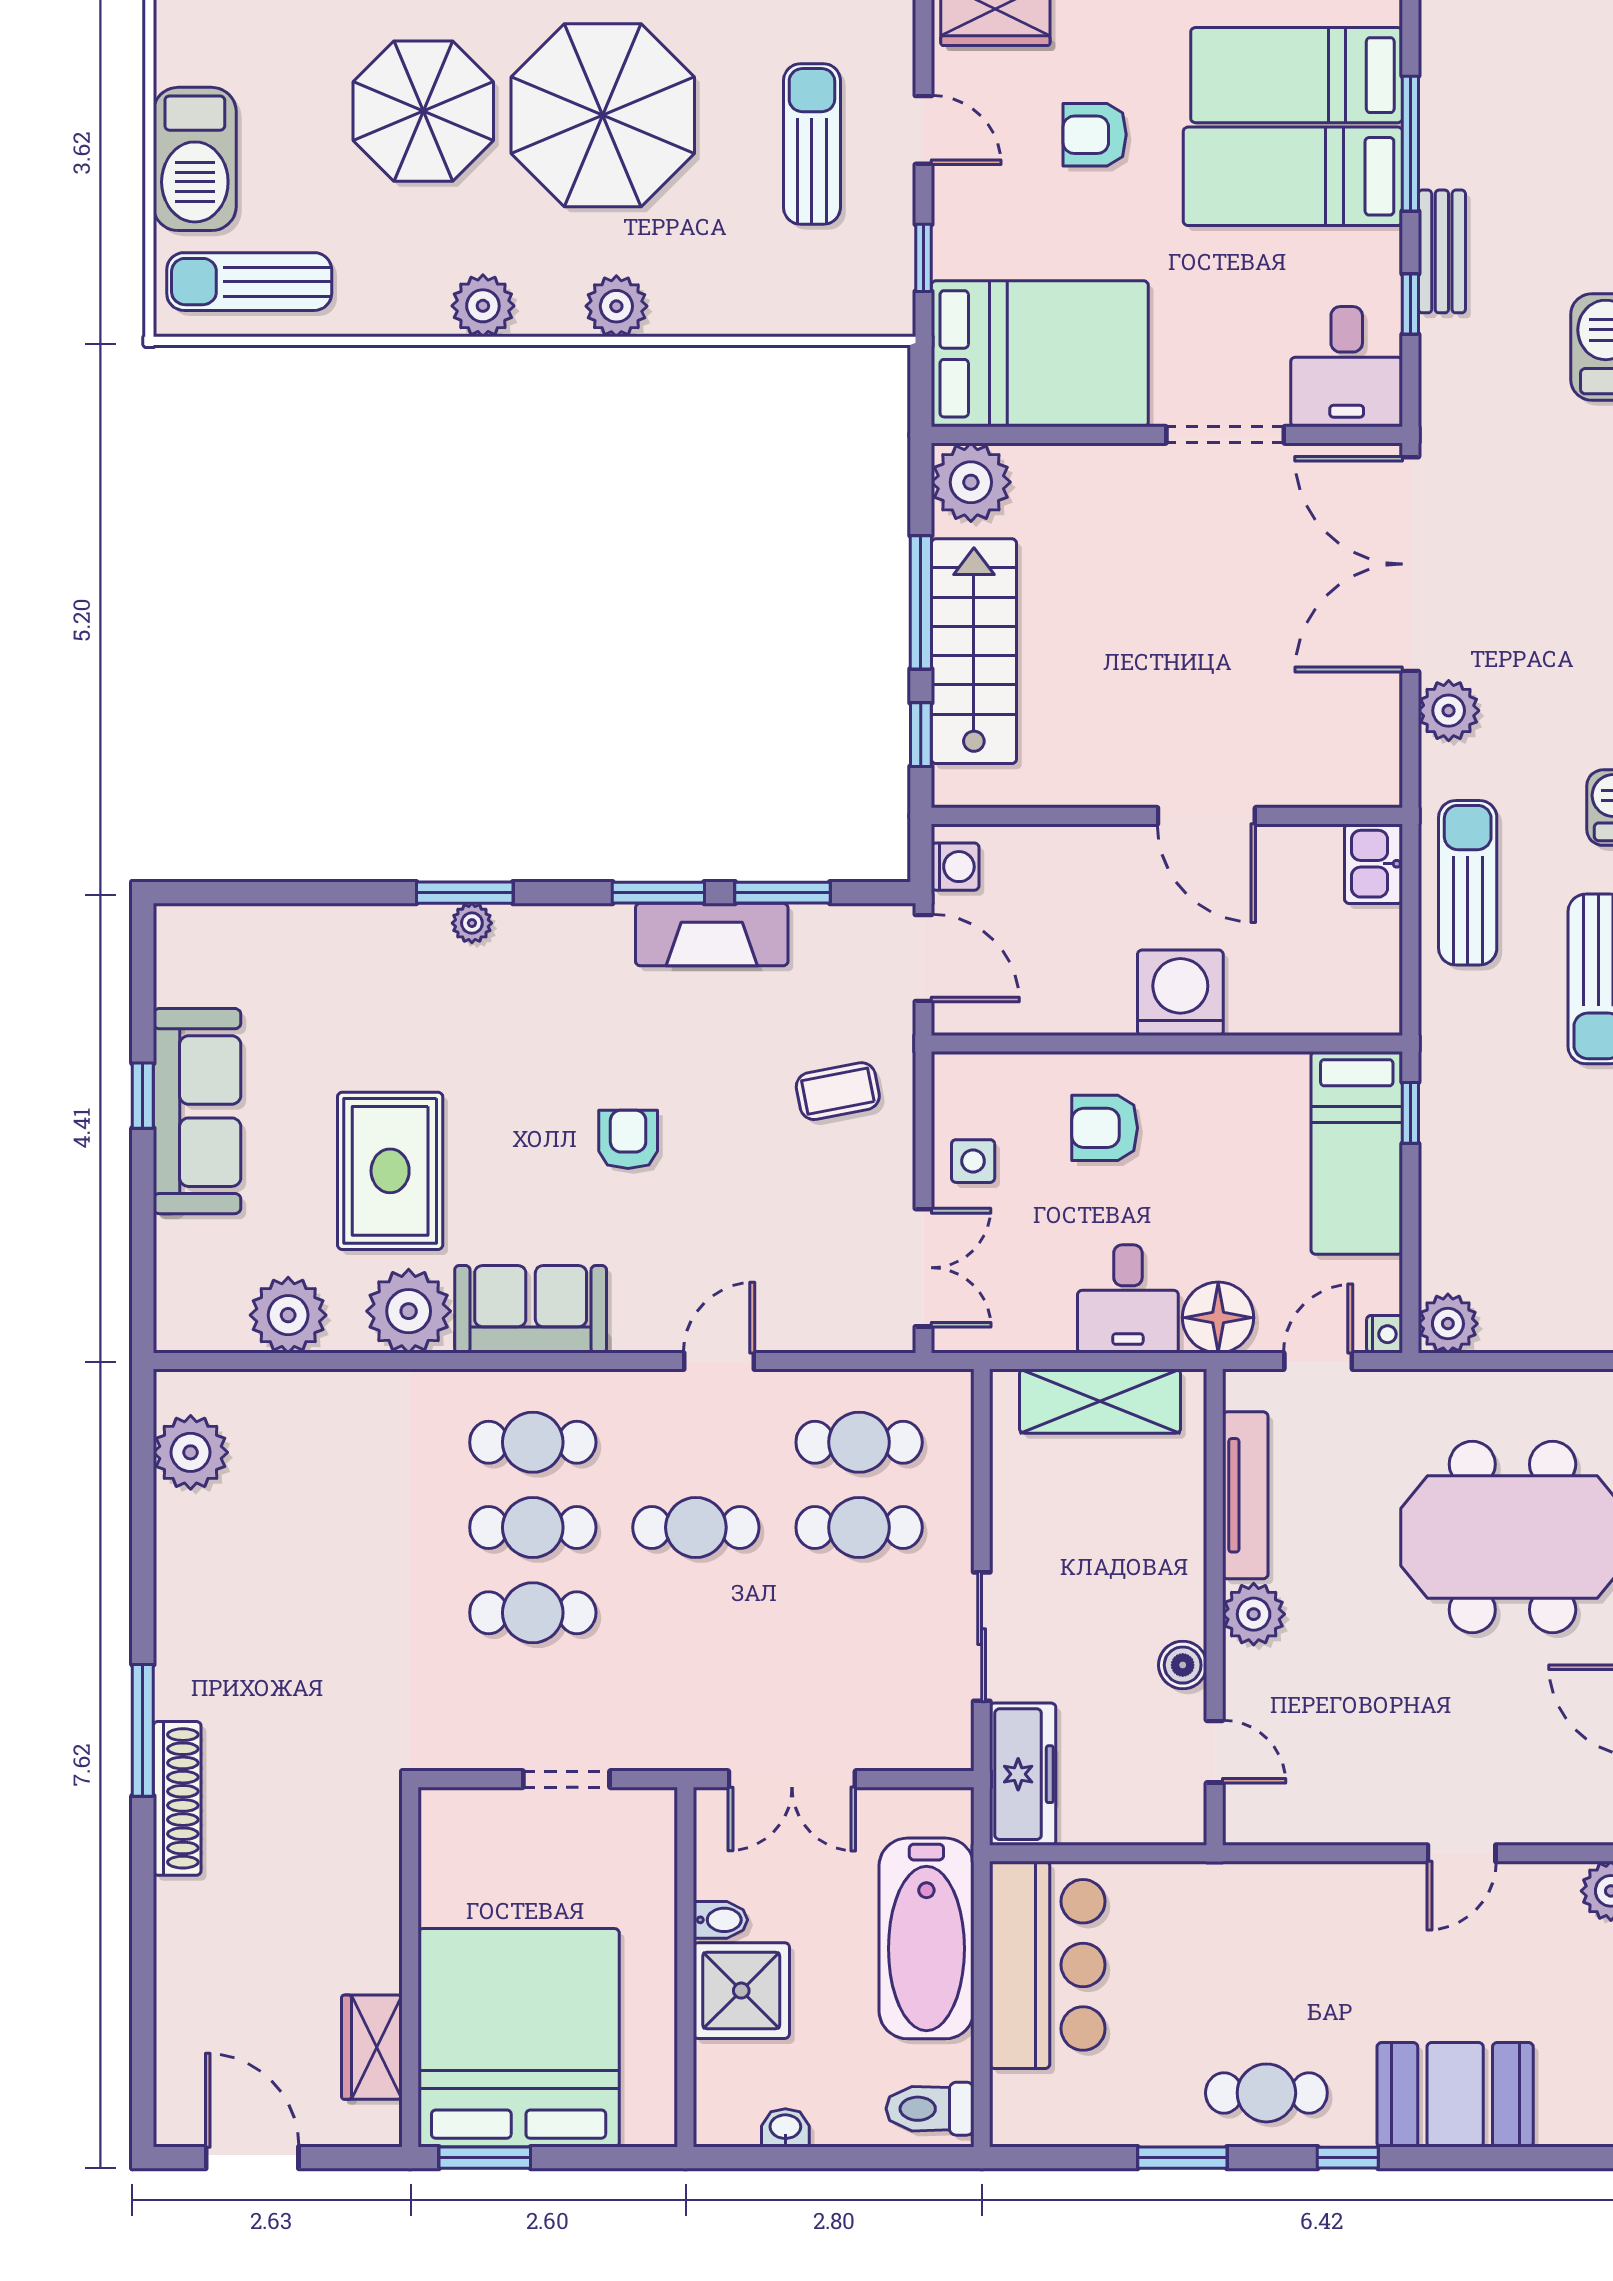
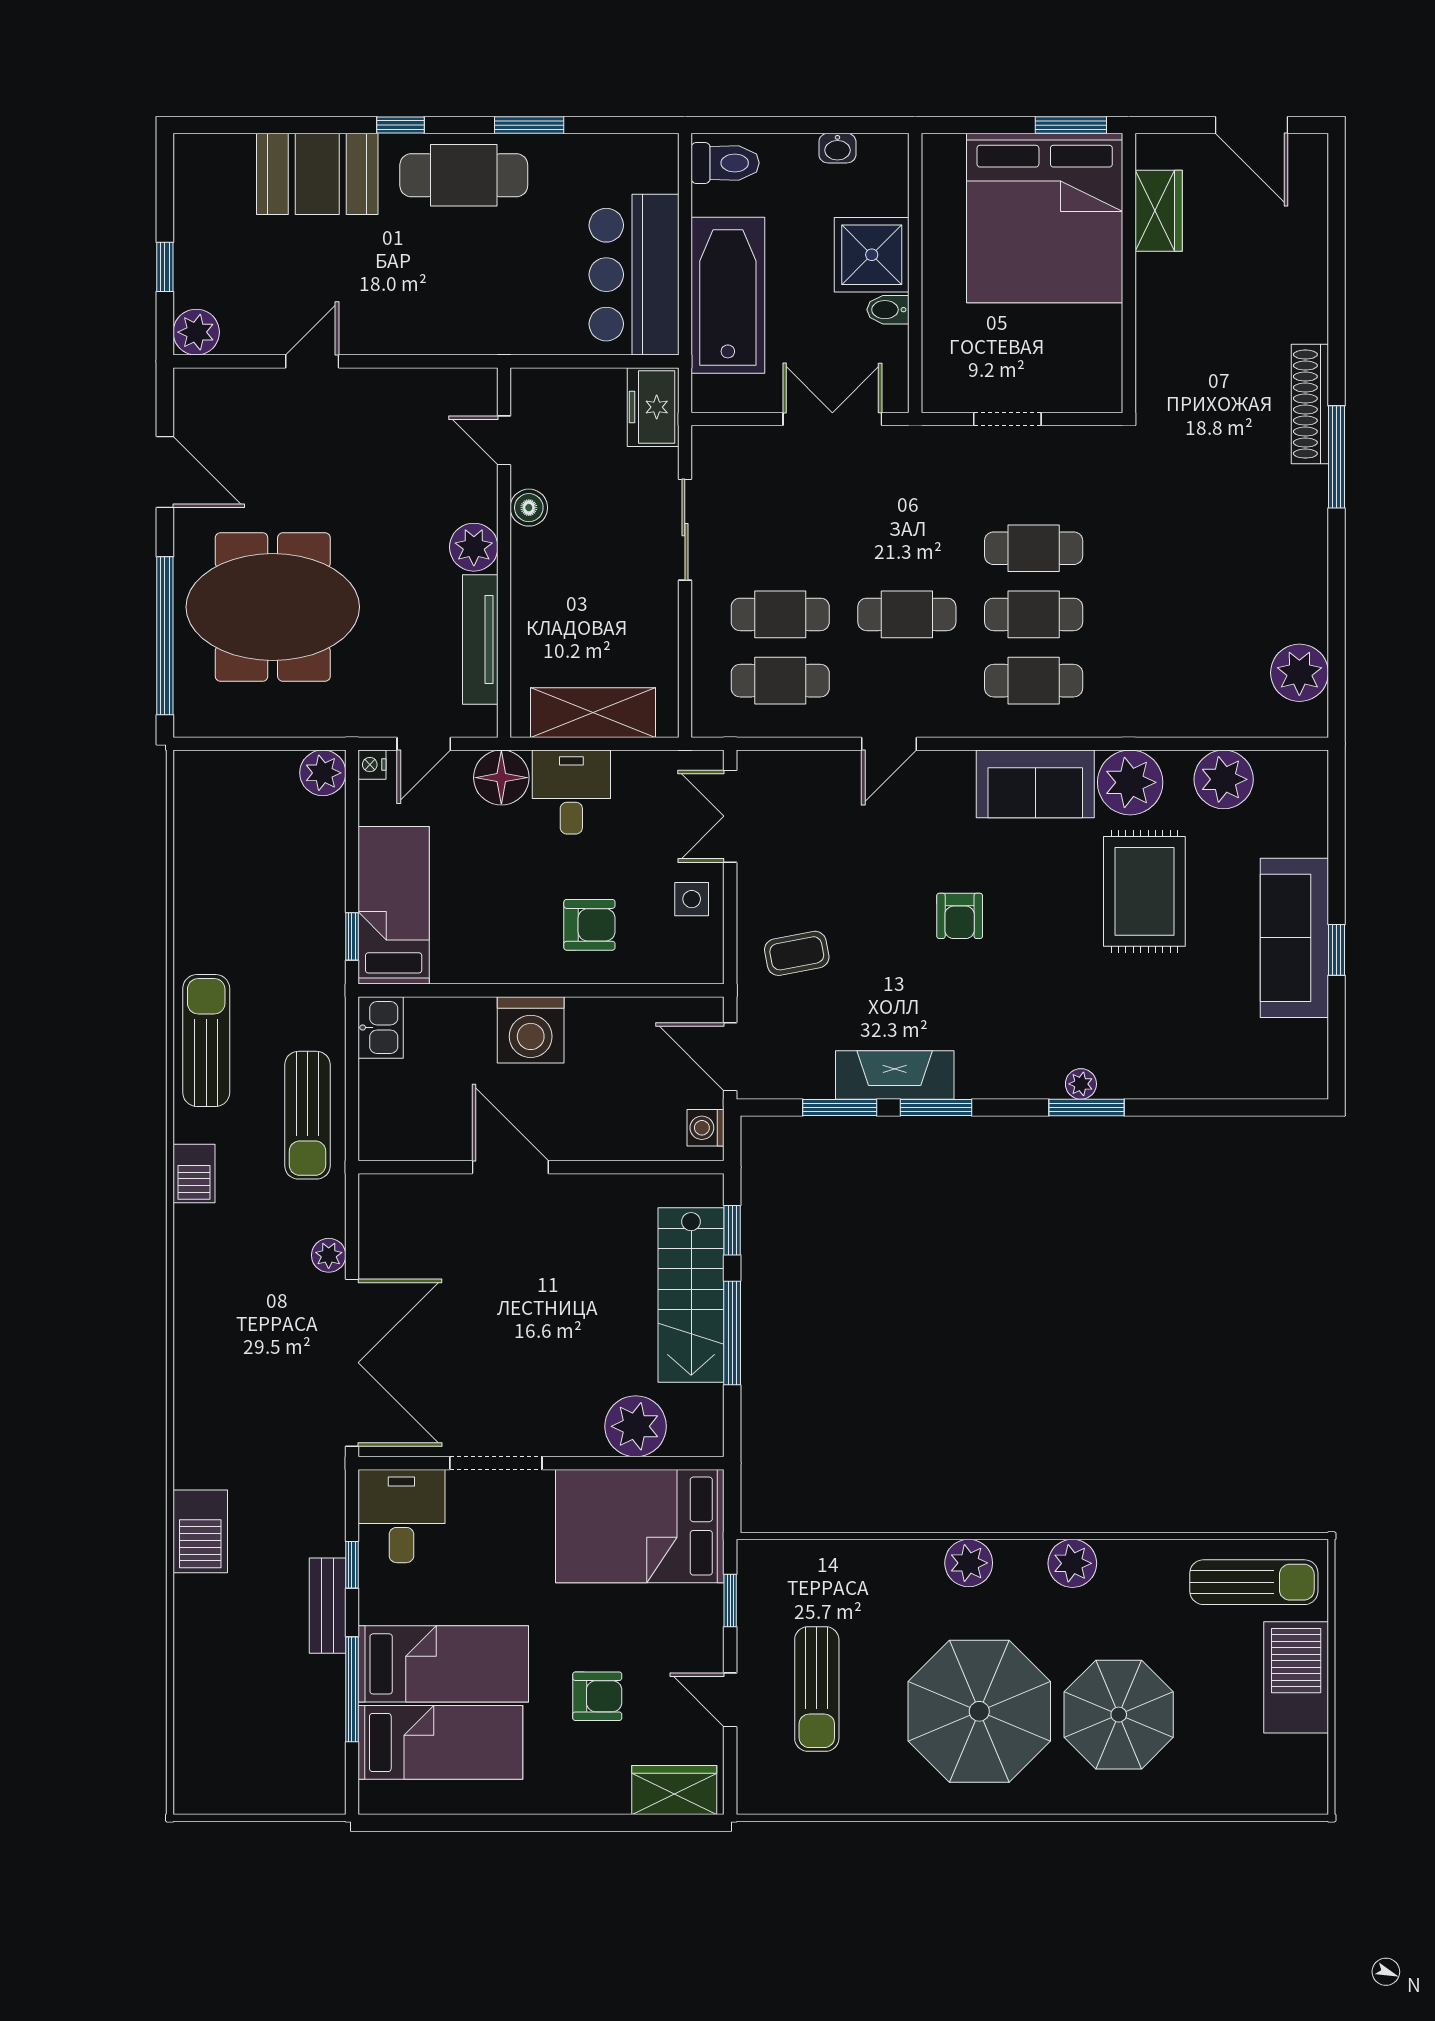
plant: (971, 482) -> (636, 1426), moved
plant: (1449, 711) -> (329, 1255), width x0.73, depth x0.73
kitchen sink: (1374, 864) -> (381, 1027), moved
freezer: (1023, 1774) -> (653, 407), width x0.71
cafe table: (1266, 2093) -> (464, 175), width x1.37, depth x1.35

